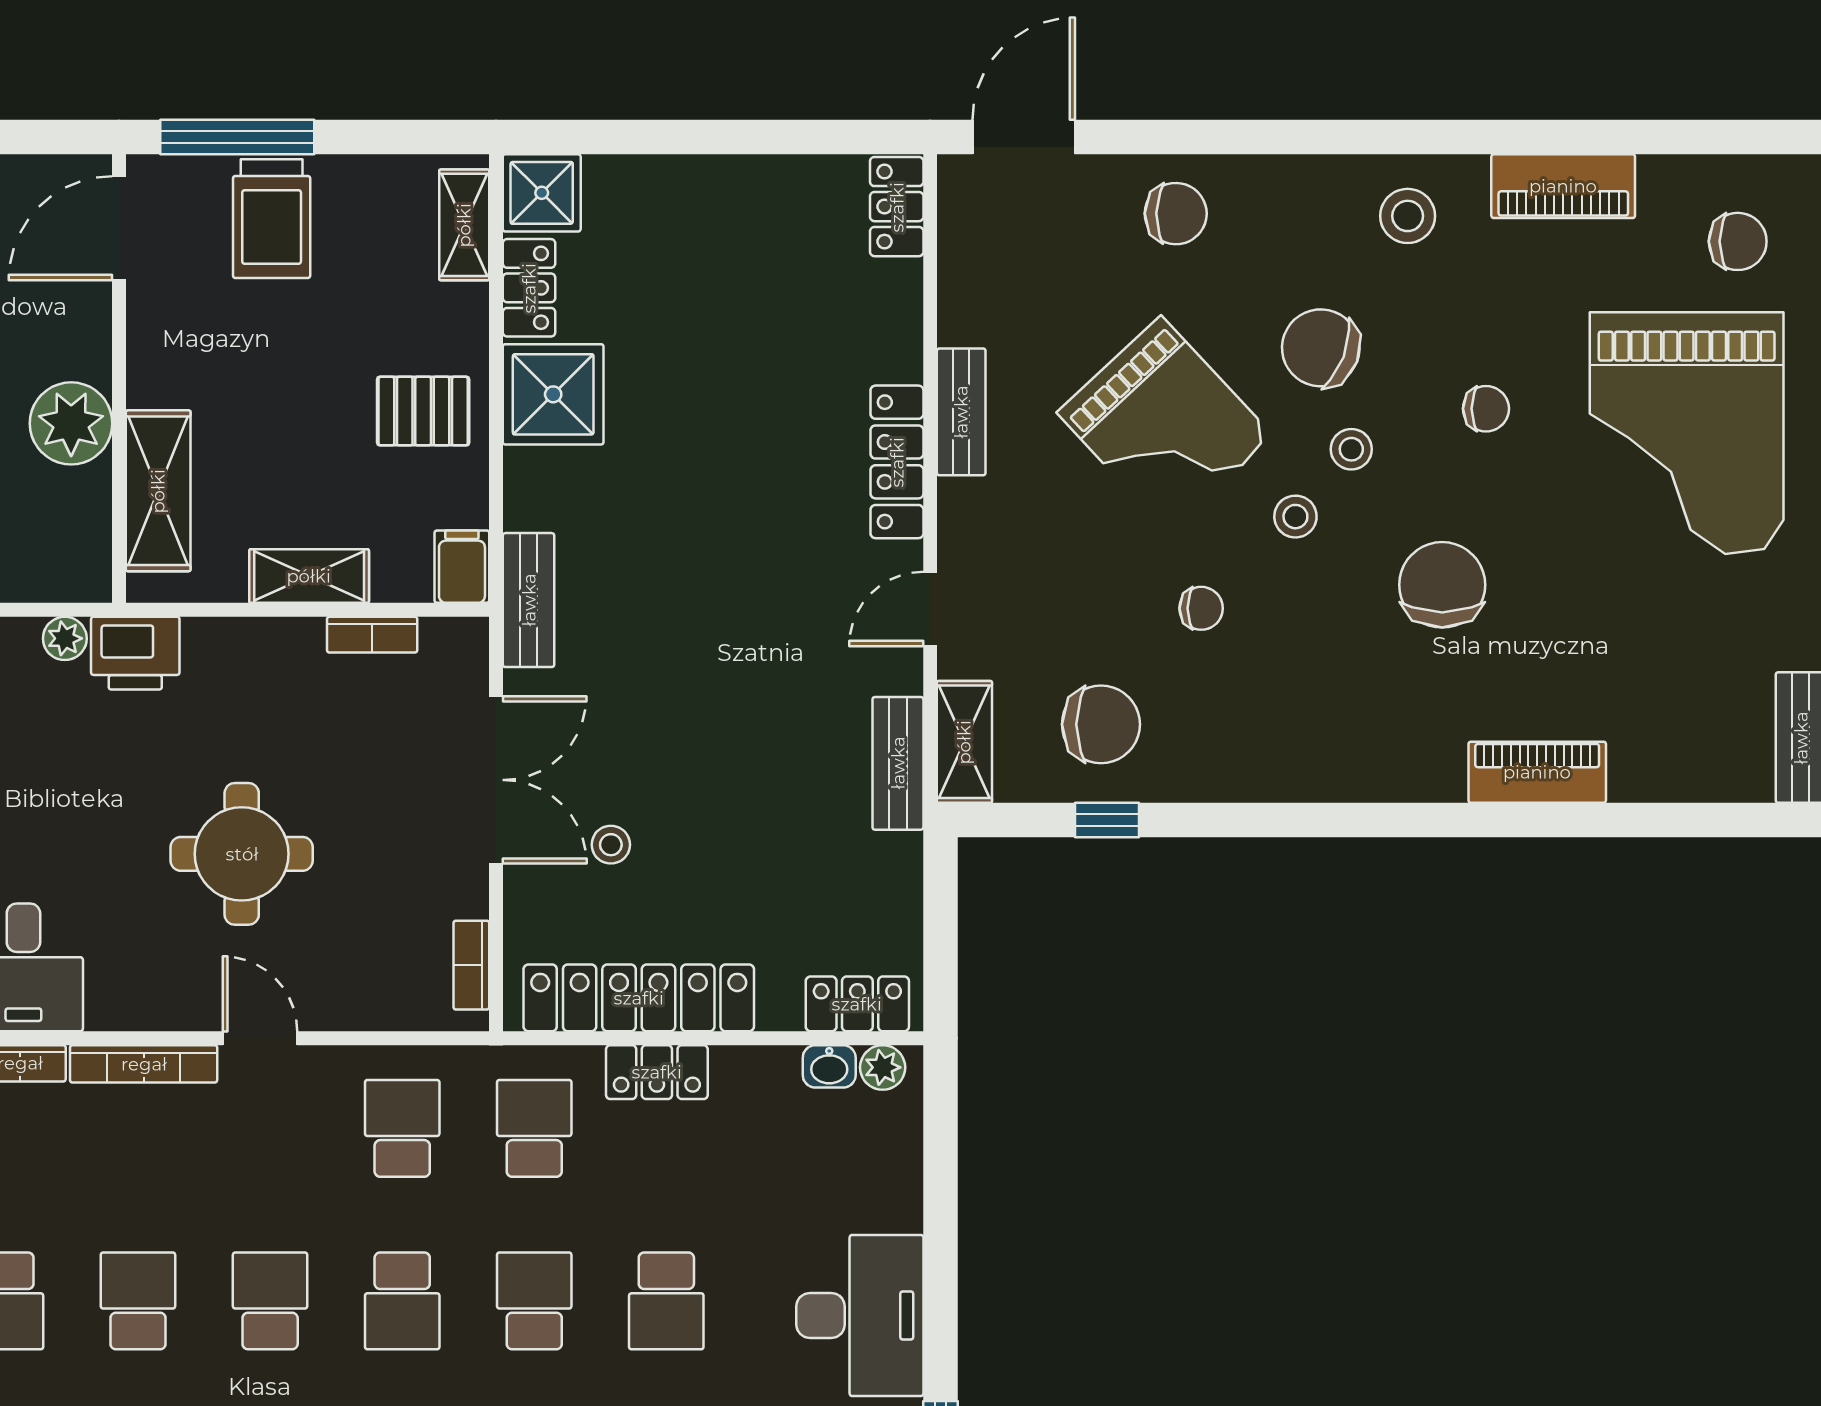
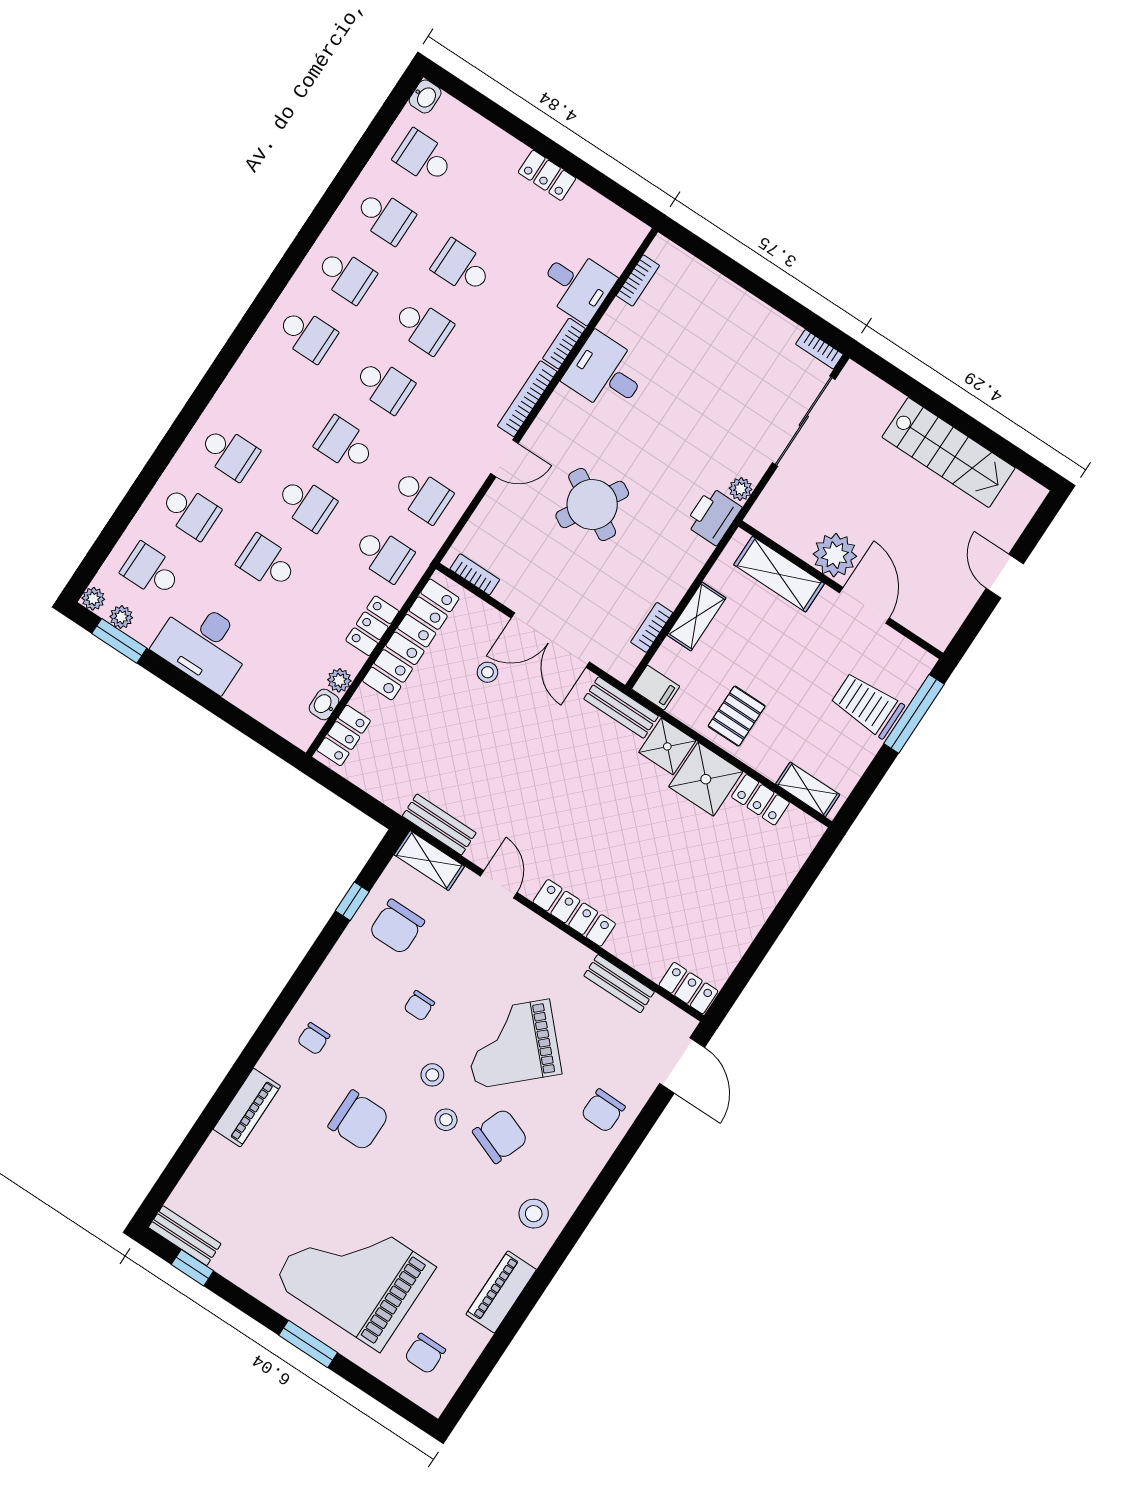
shower: (542, 193) -> (667, 746), moved
door: (119, 228) -> (864, 605), moved
chair: (1486, 409) -> (314, 1039), moved
bench: (961, 412) -> (619, 984), moved
round table: (242, 854) -> (592, 504), turned 30
plant: (883, 1067) -> (339, 680), moved

